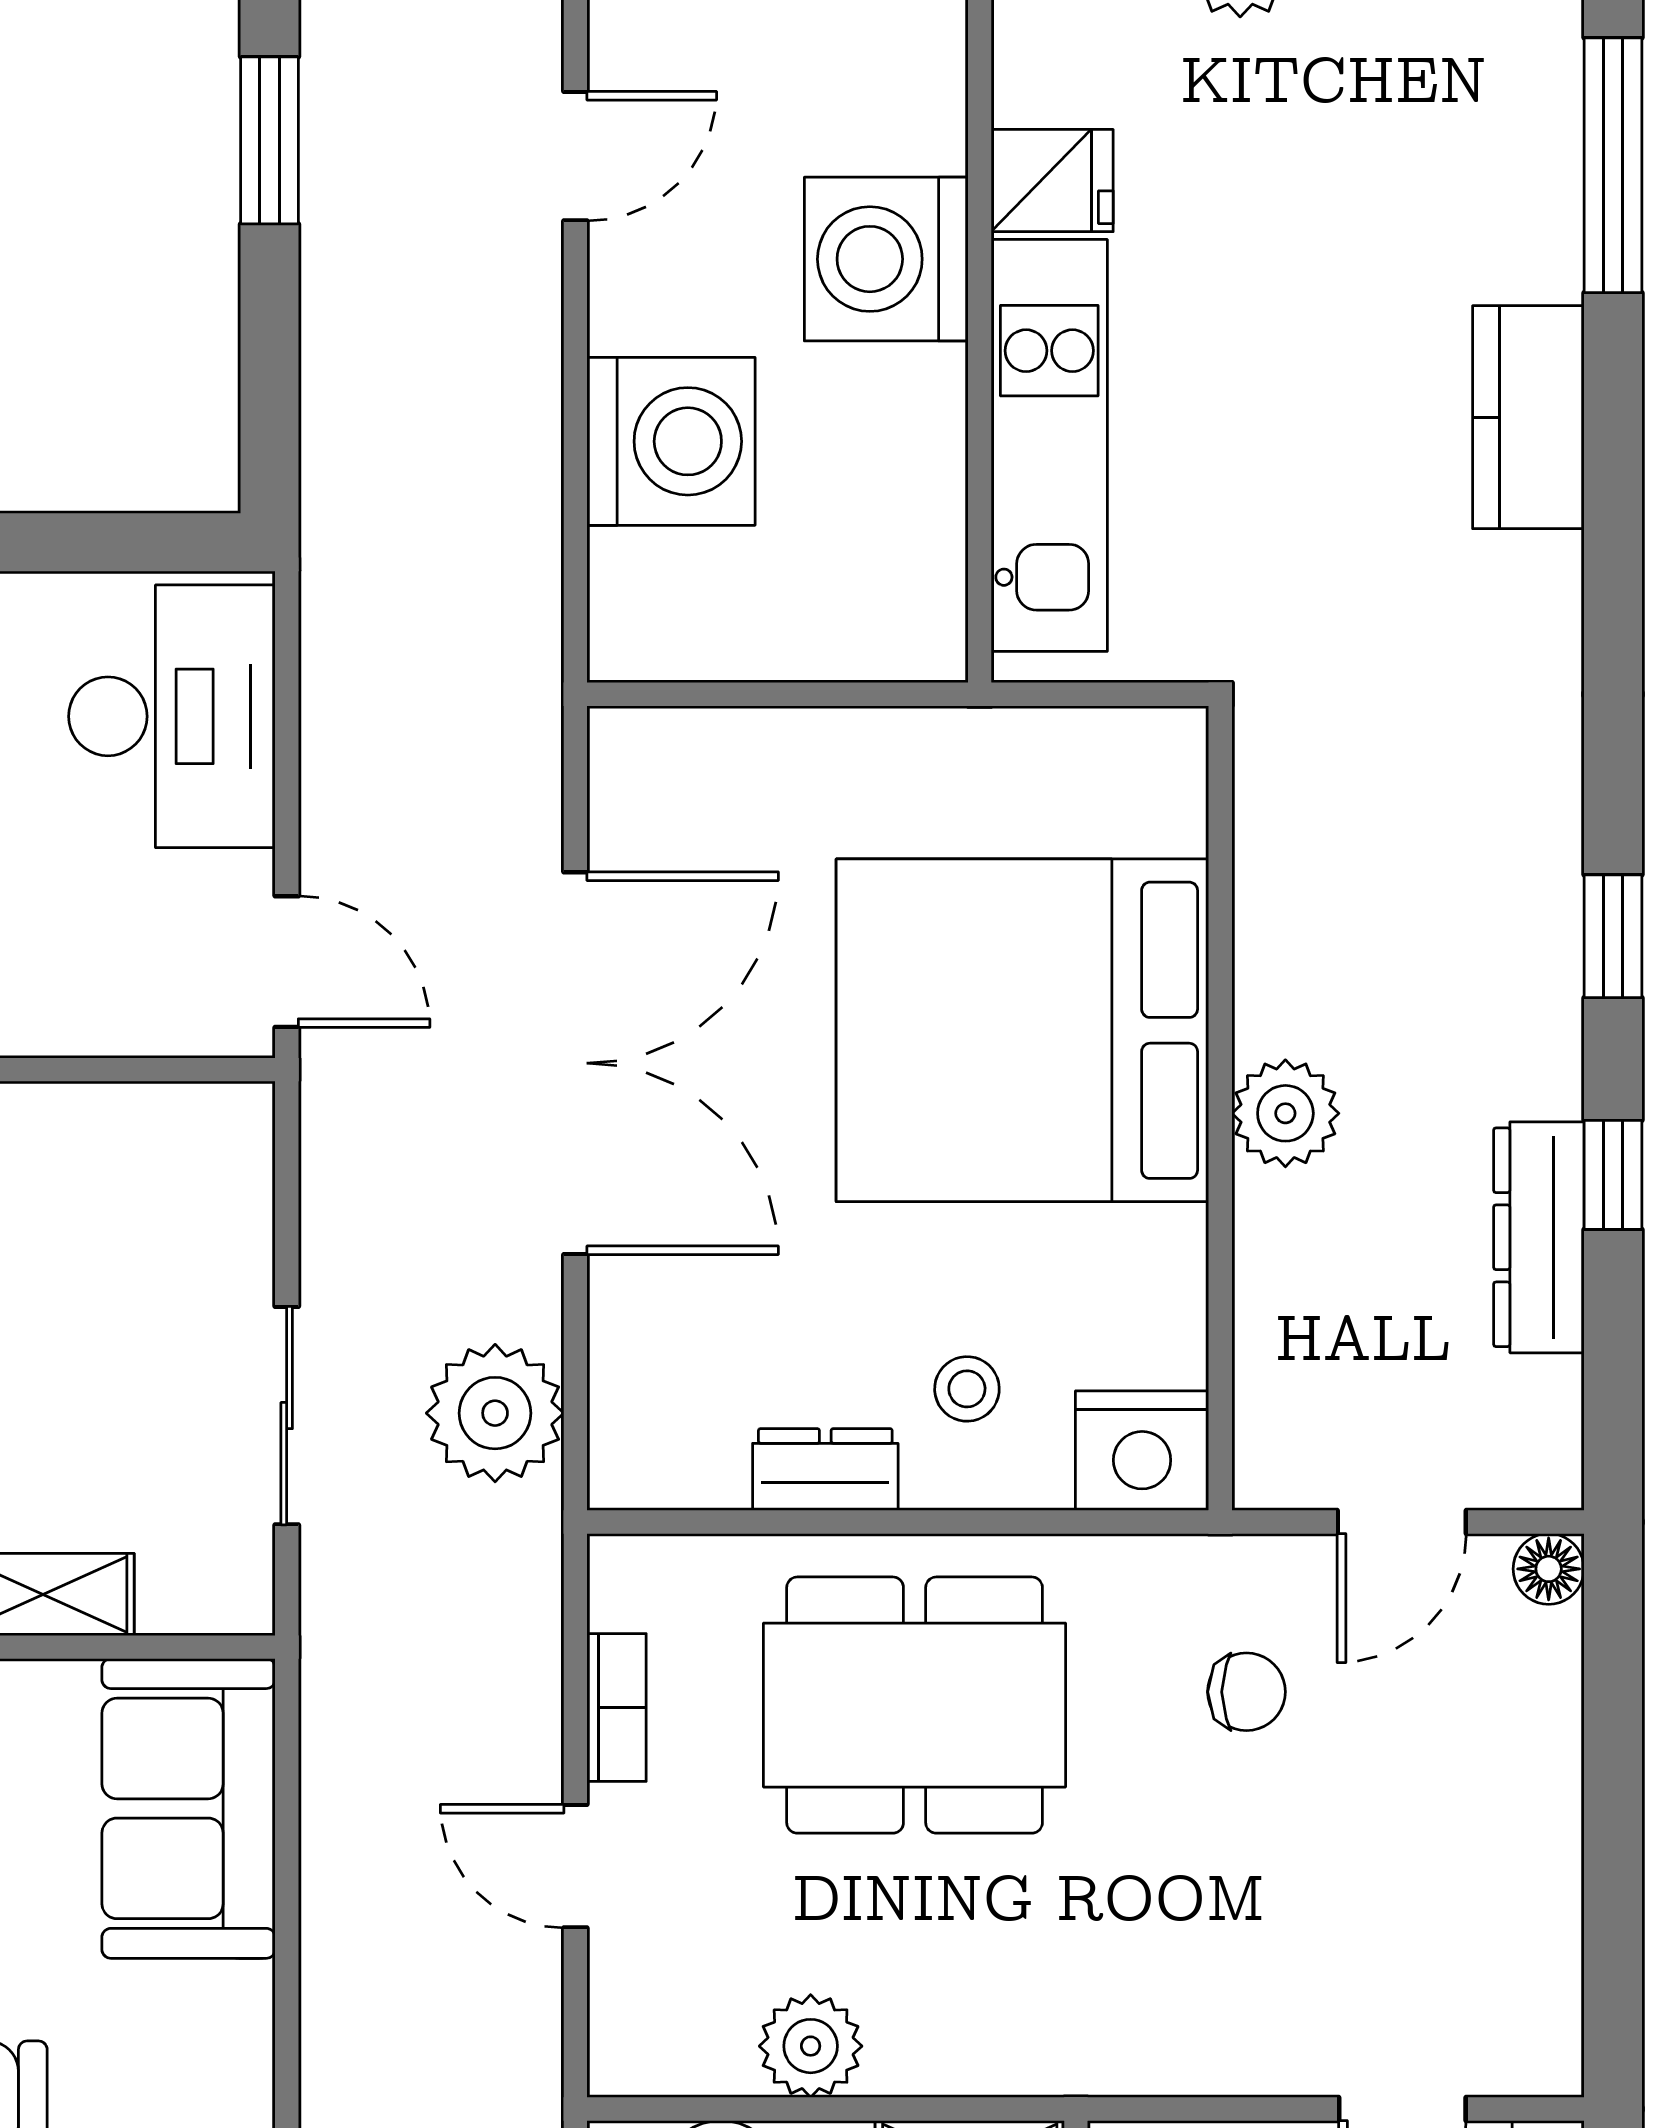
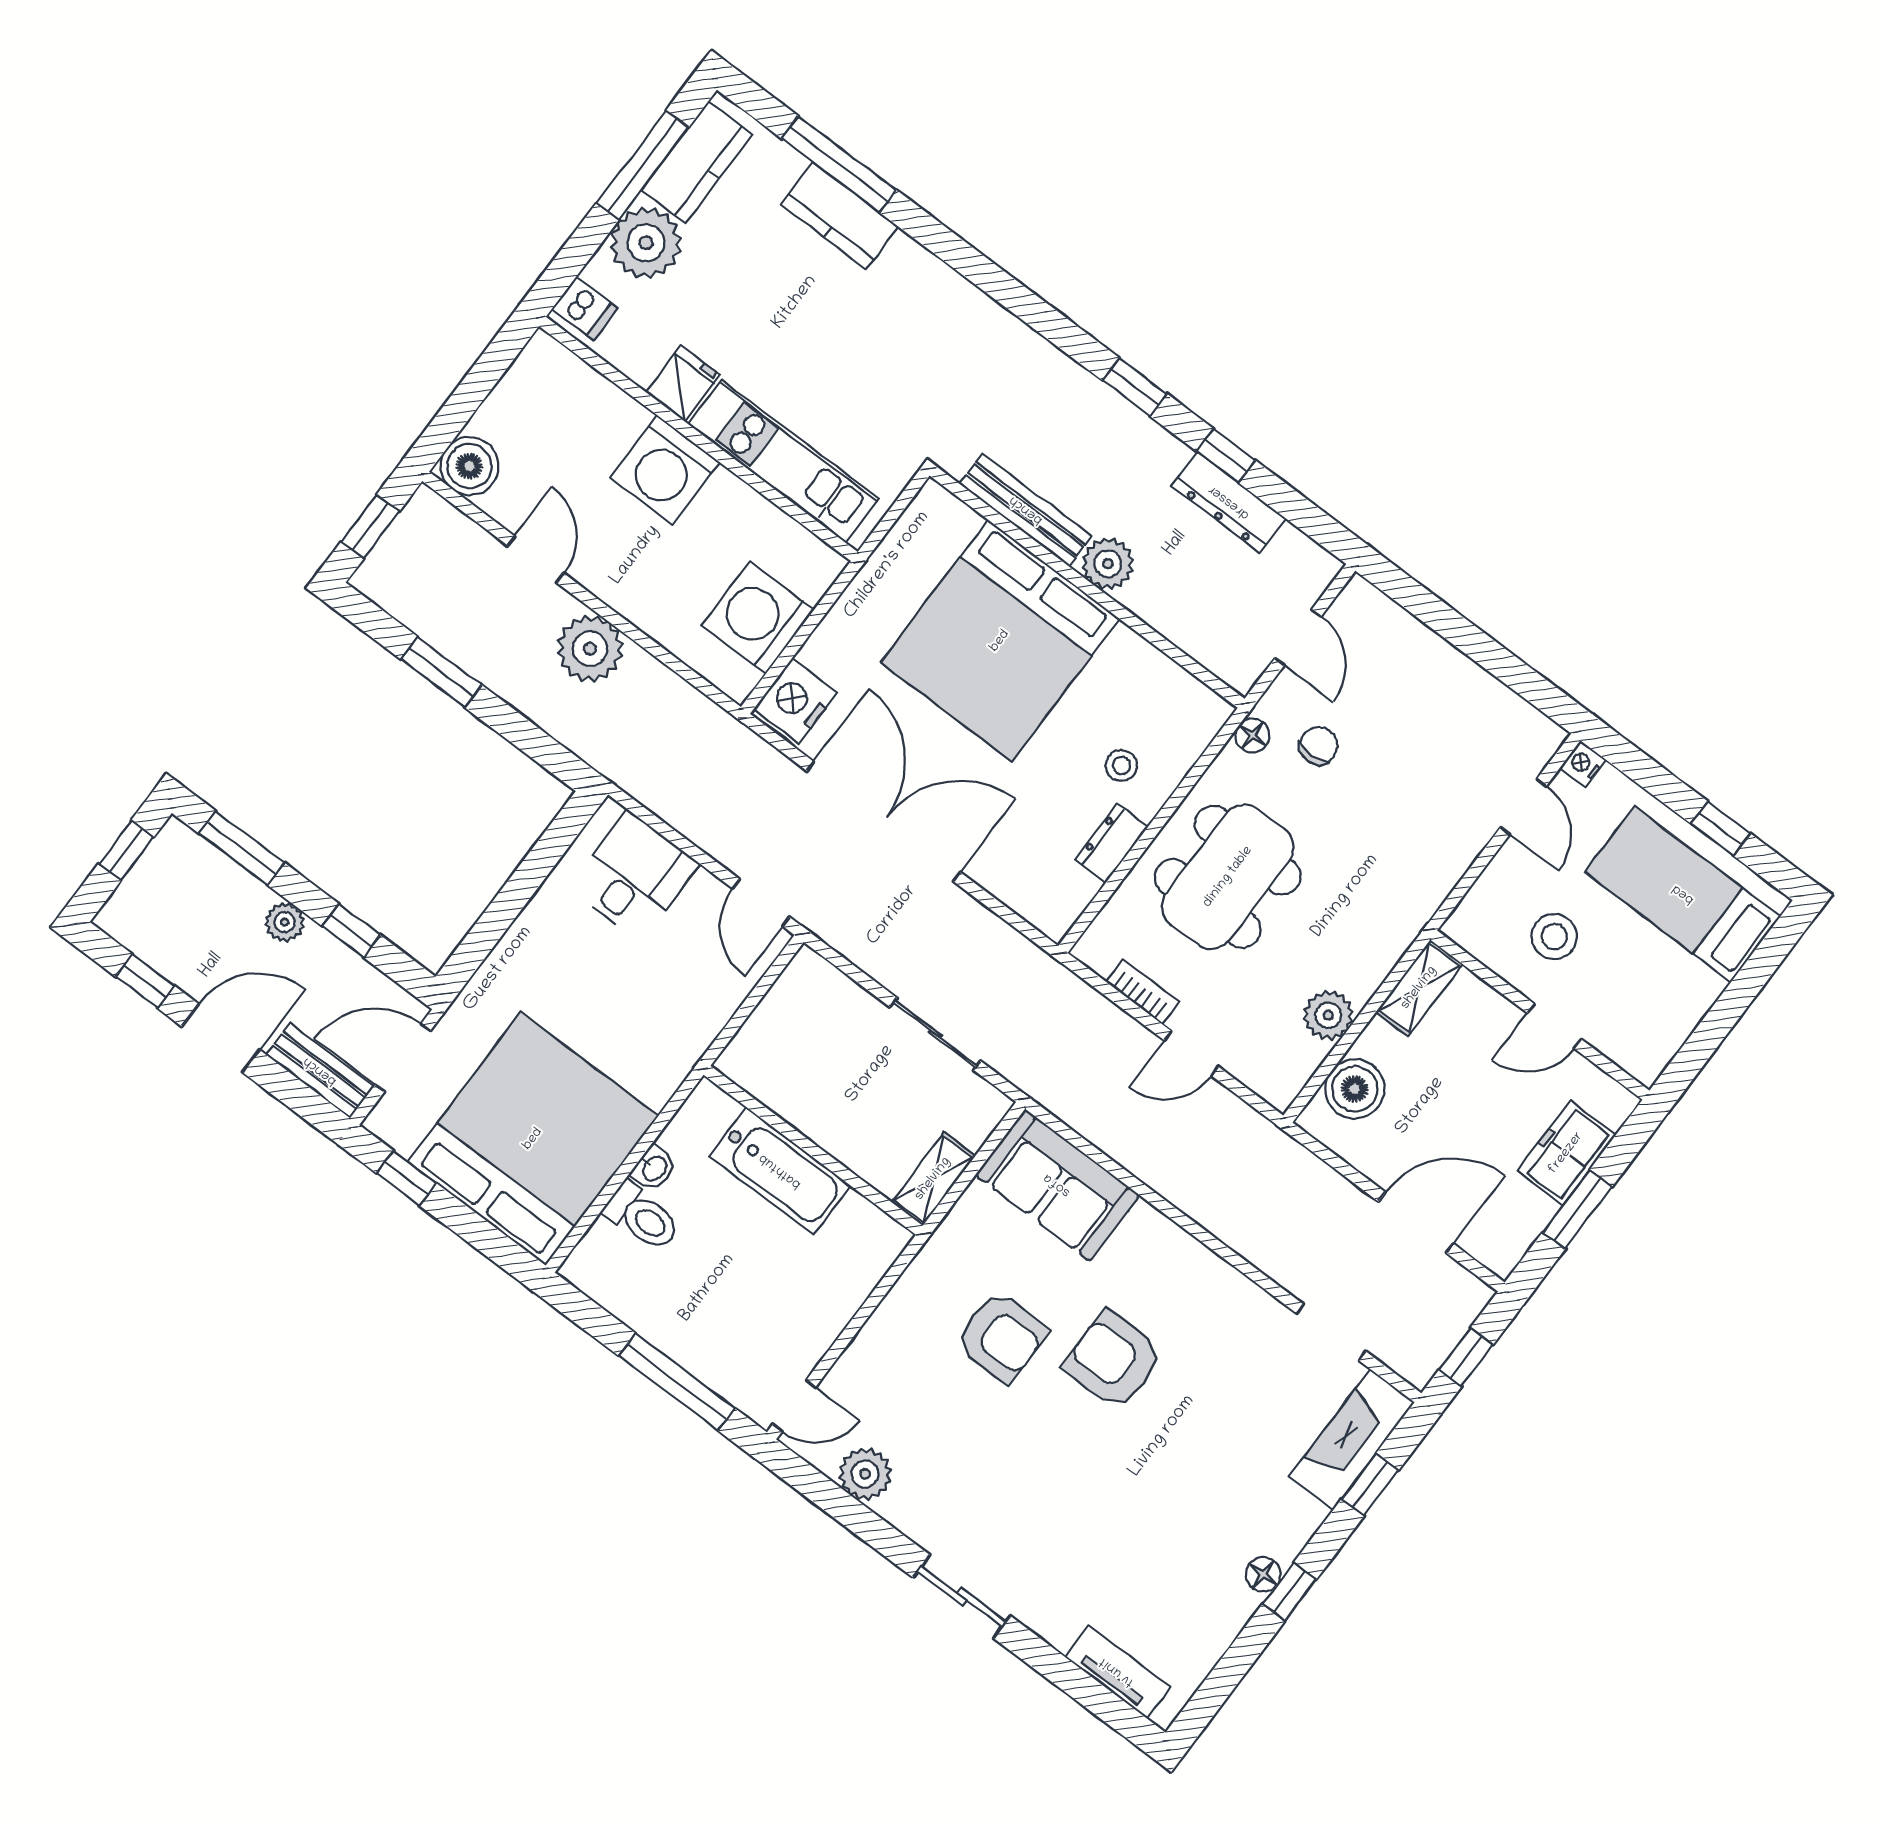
kitchen counter: (1528, 417) -> (840, 216), moved
washing machine: (671, 441) -> (758, 618), moved, turned -90
desk: (172, 716) -> (634, 876), width x0.73
bench: (1272, 909) -> (1026, 510), added
door: (287, 962) -> (761, 903), swing flipped
plant: (495, 1413) -> (590, 649), moved
nightstand: (1142, 1451) -> (795, 701), moved, turned 180
floor lamp: (1549, 1569) -> (1252, 735), moved

